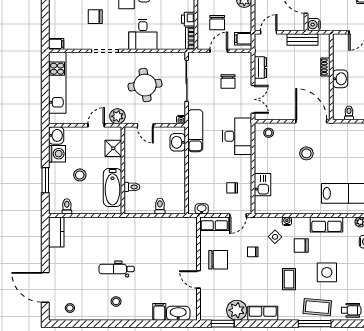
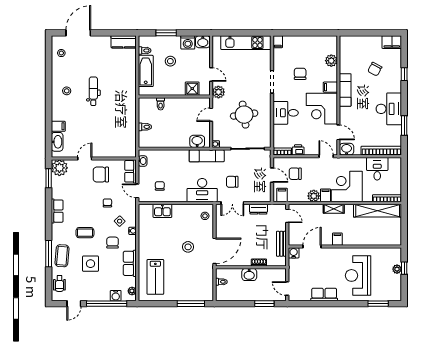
chair: (228, 82) -> (232, 182), moved
bathtub: (113, 187) -> (146, 71), moved, turned 90
chair: (218, 260) -> (101, 175), turned 90
plant: (237, 310) -> (59, 168), moved

